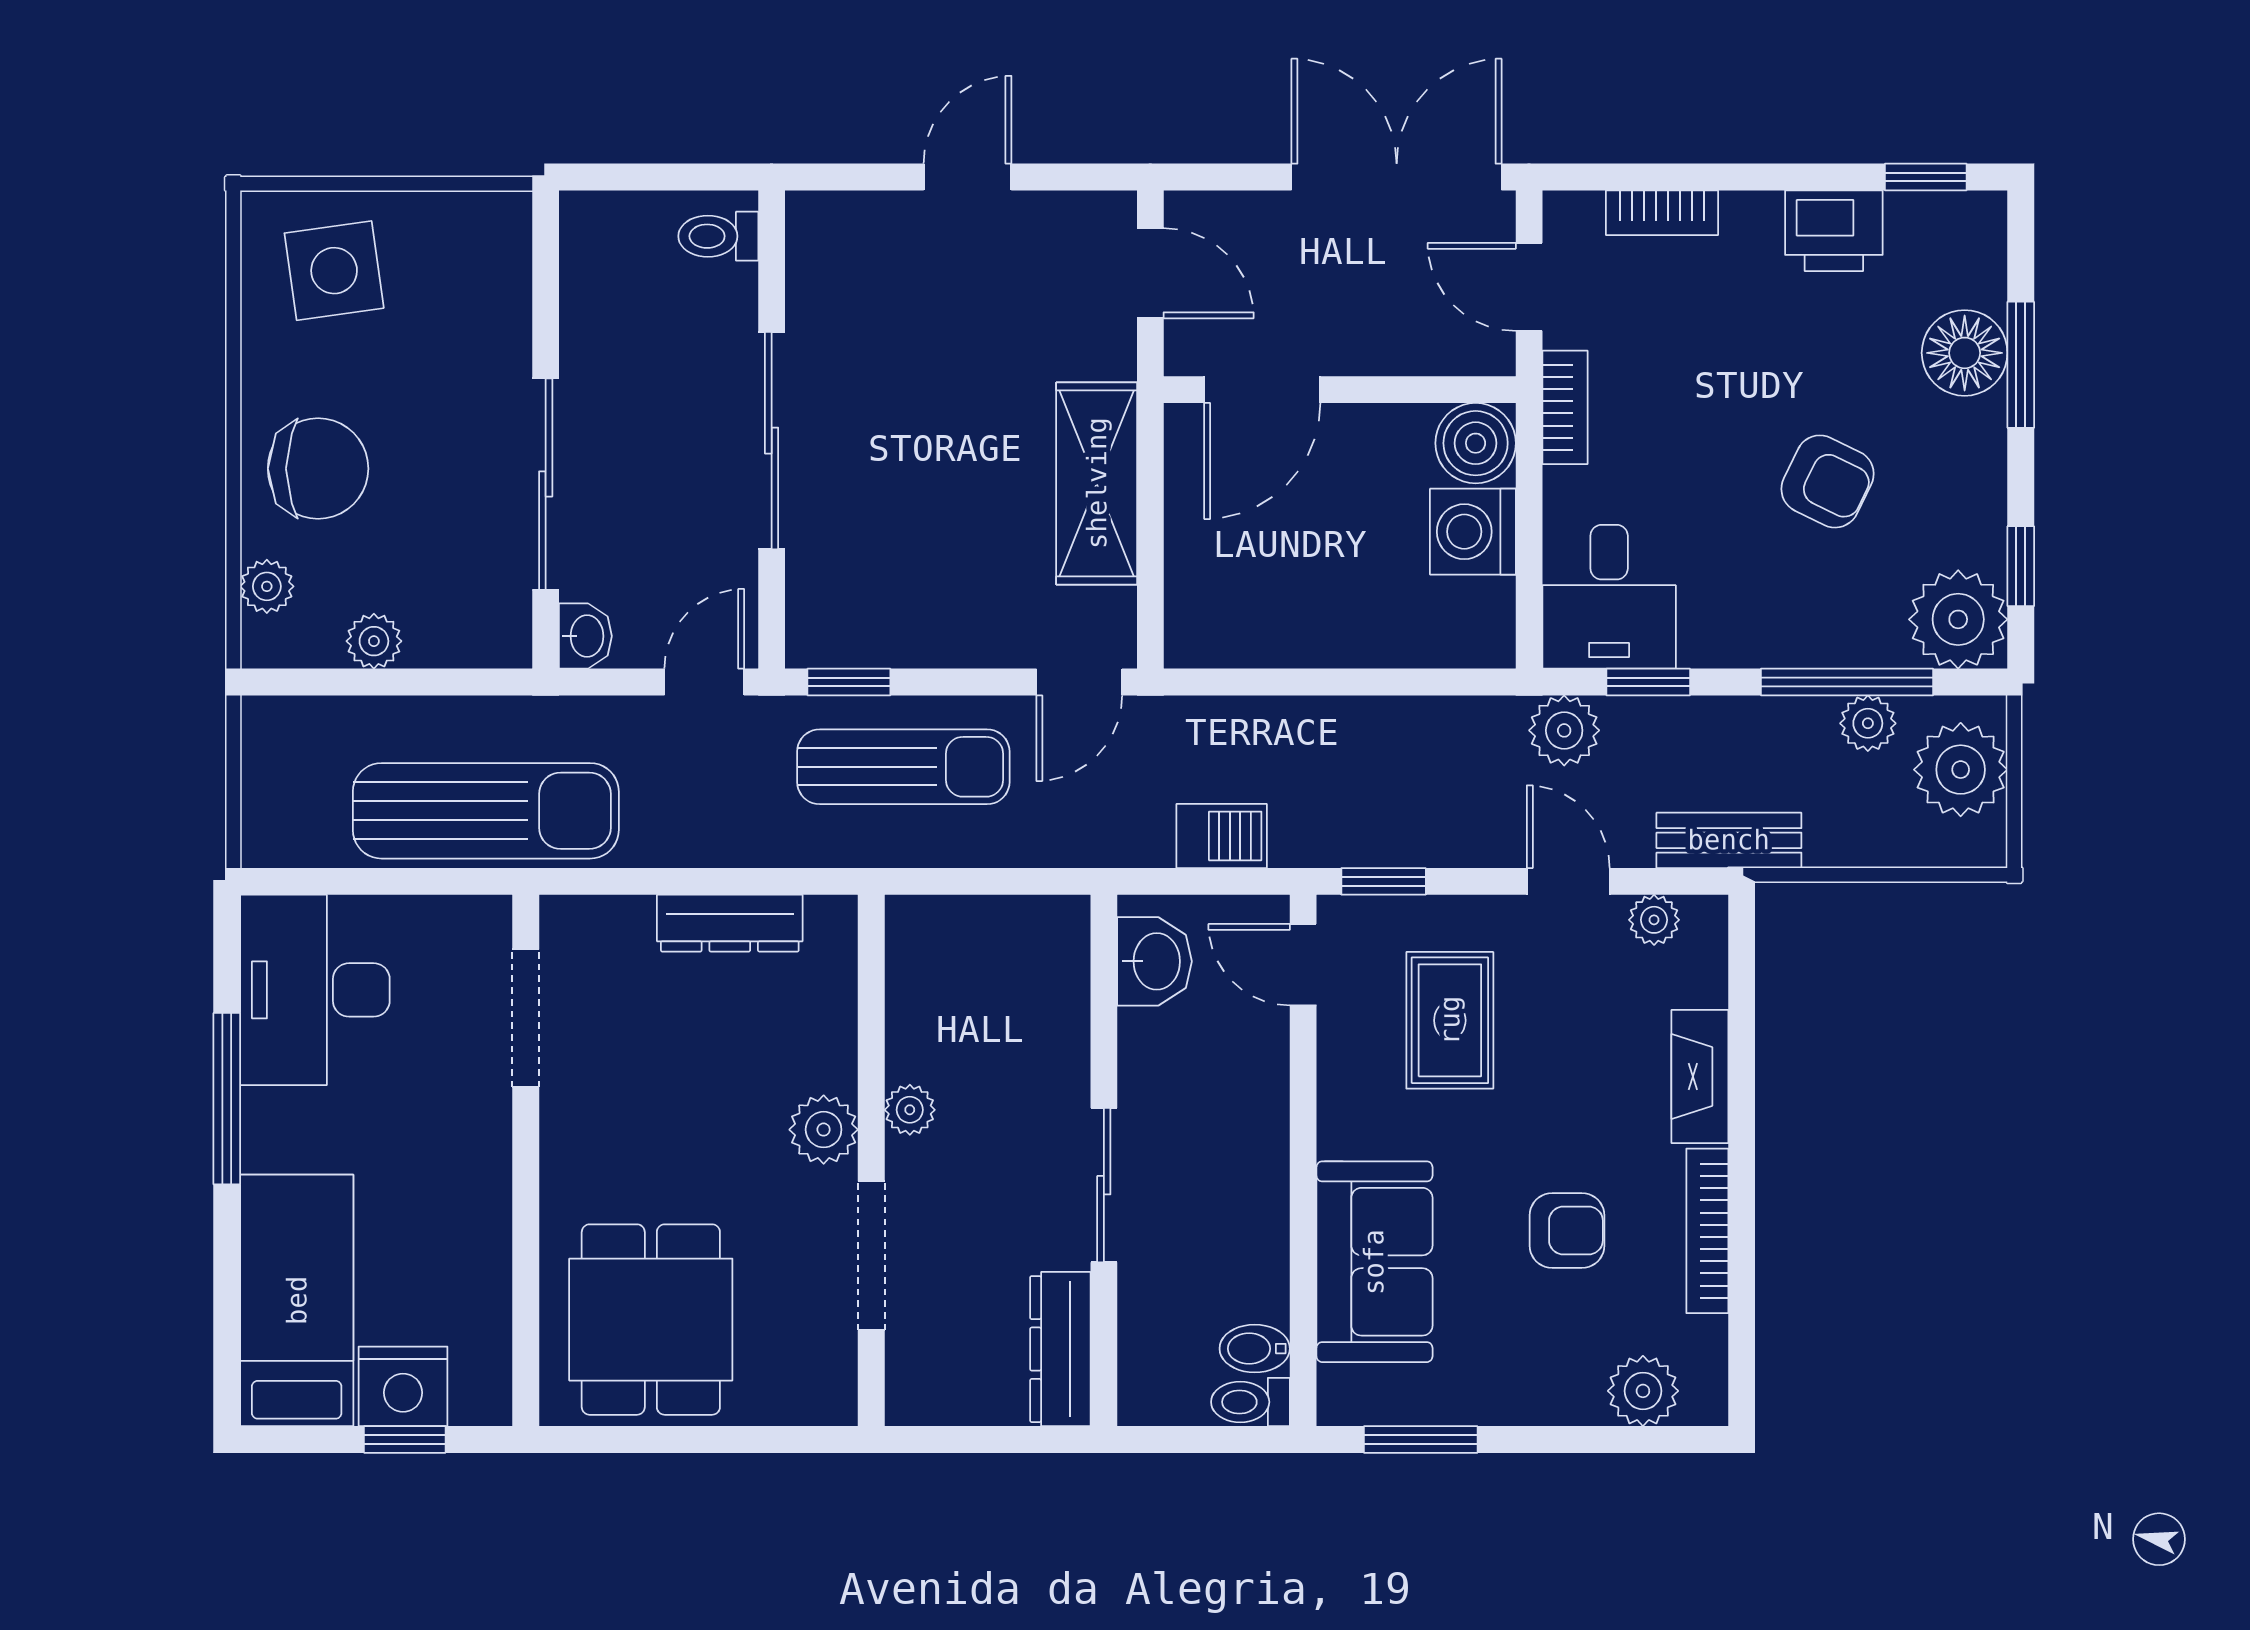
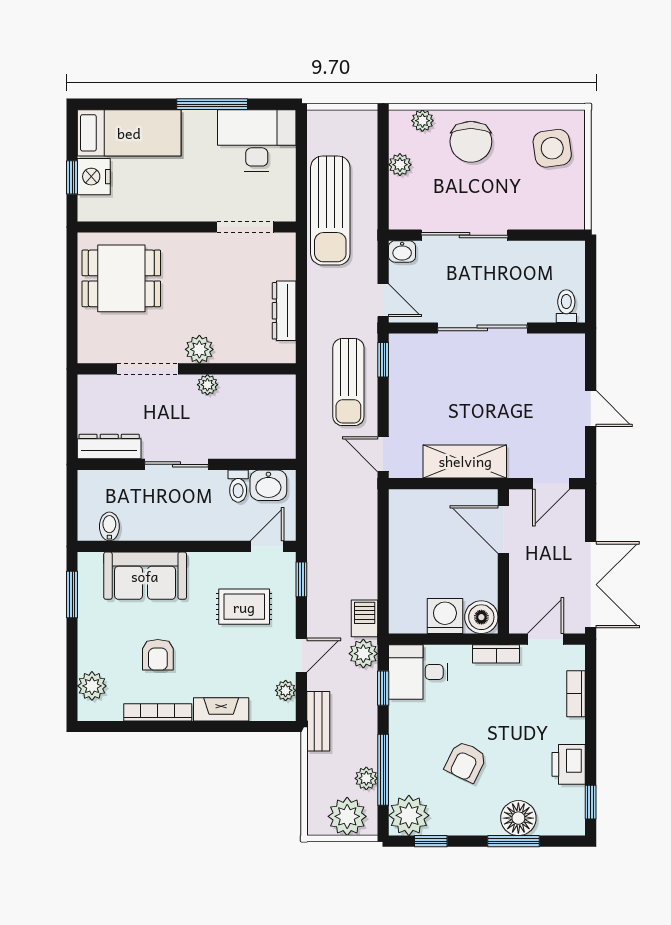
barbecue: (1222, 836) -> (365, 618), moved, turned 180
toilet: (1250, 1402) -> (238, 486), moved, turned 180

